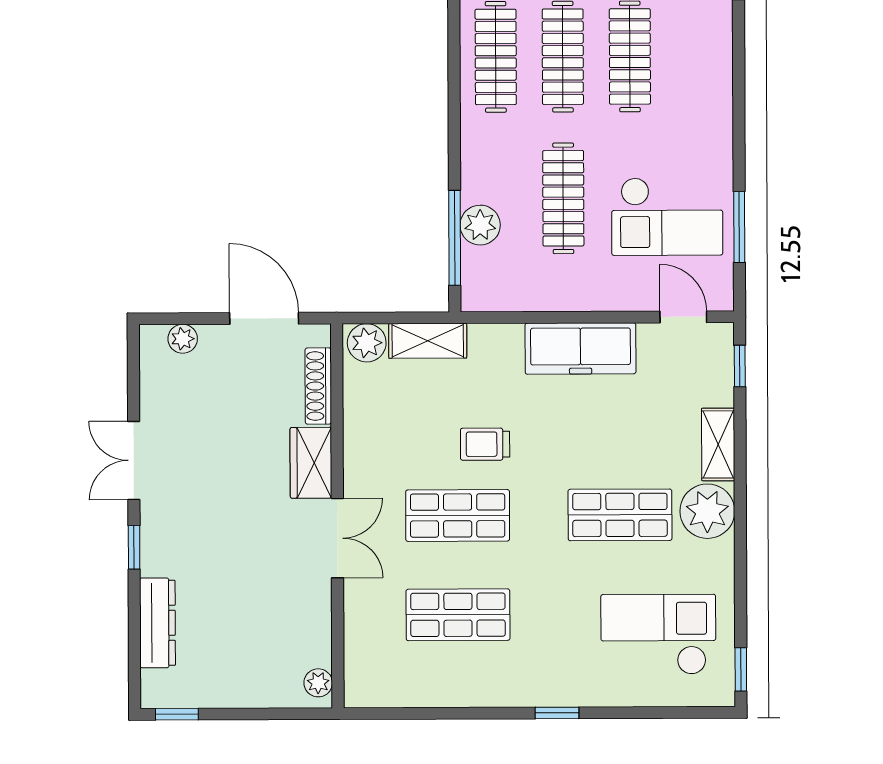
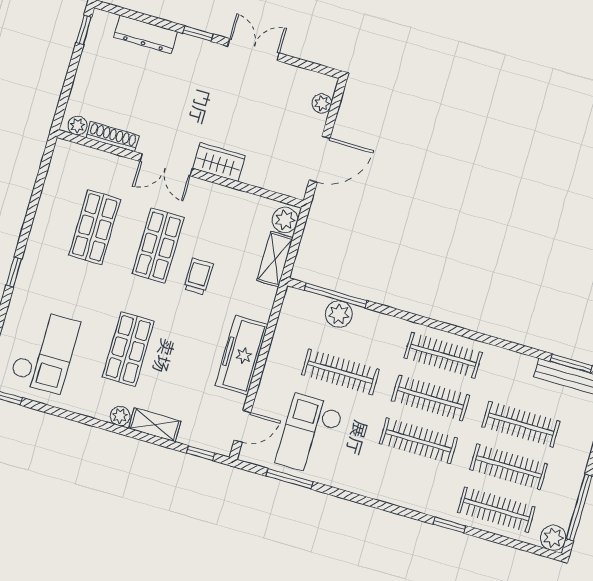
shoe rack: (318, 386) -> (112, 137), moved
plant: (707, 511) -> (120, 416), width x0.53, depth x0.53

